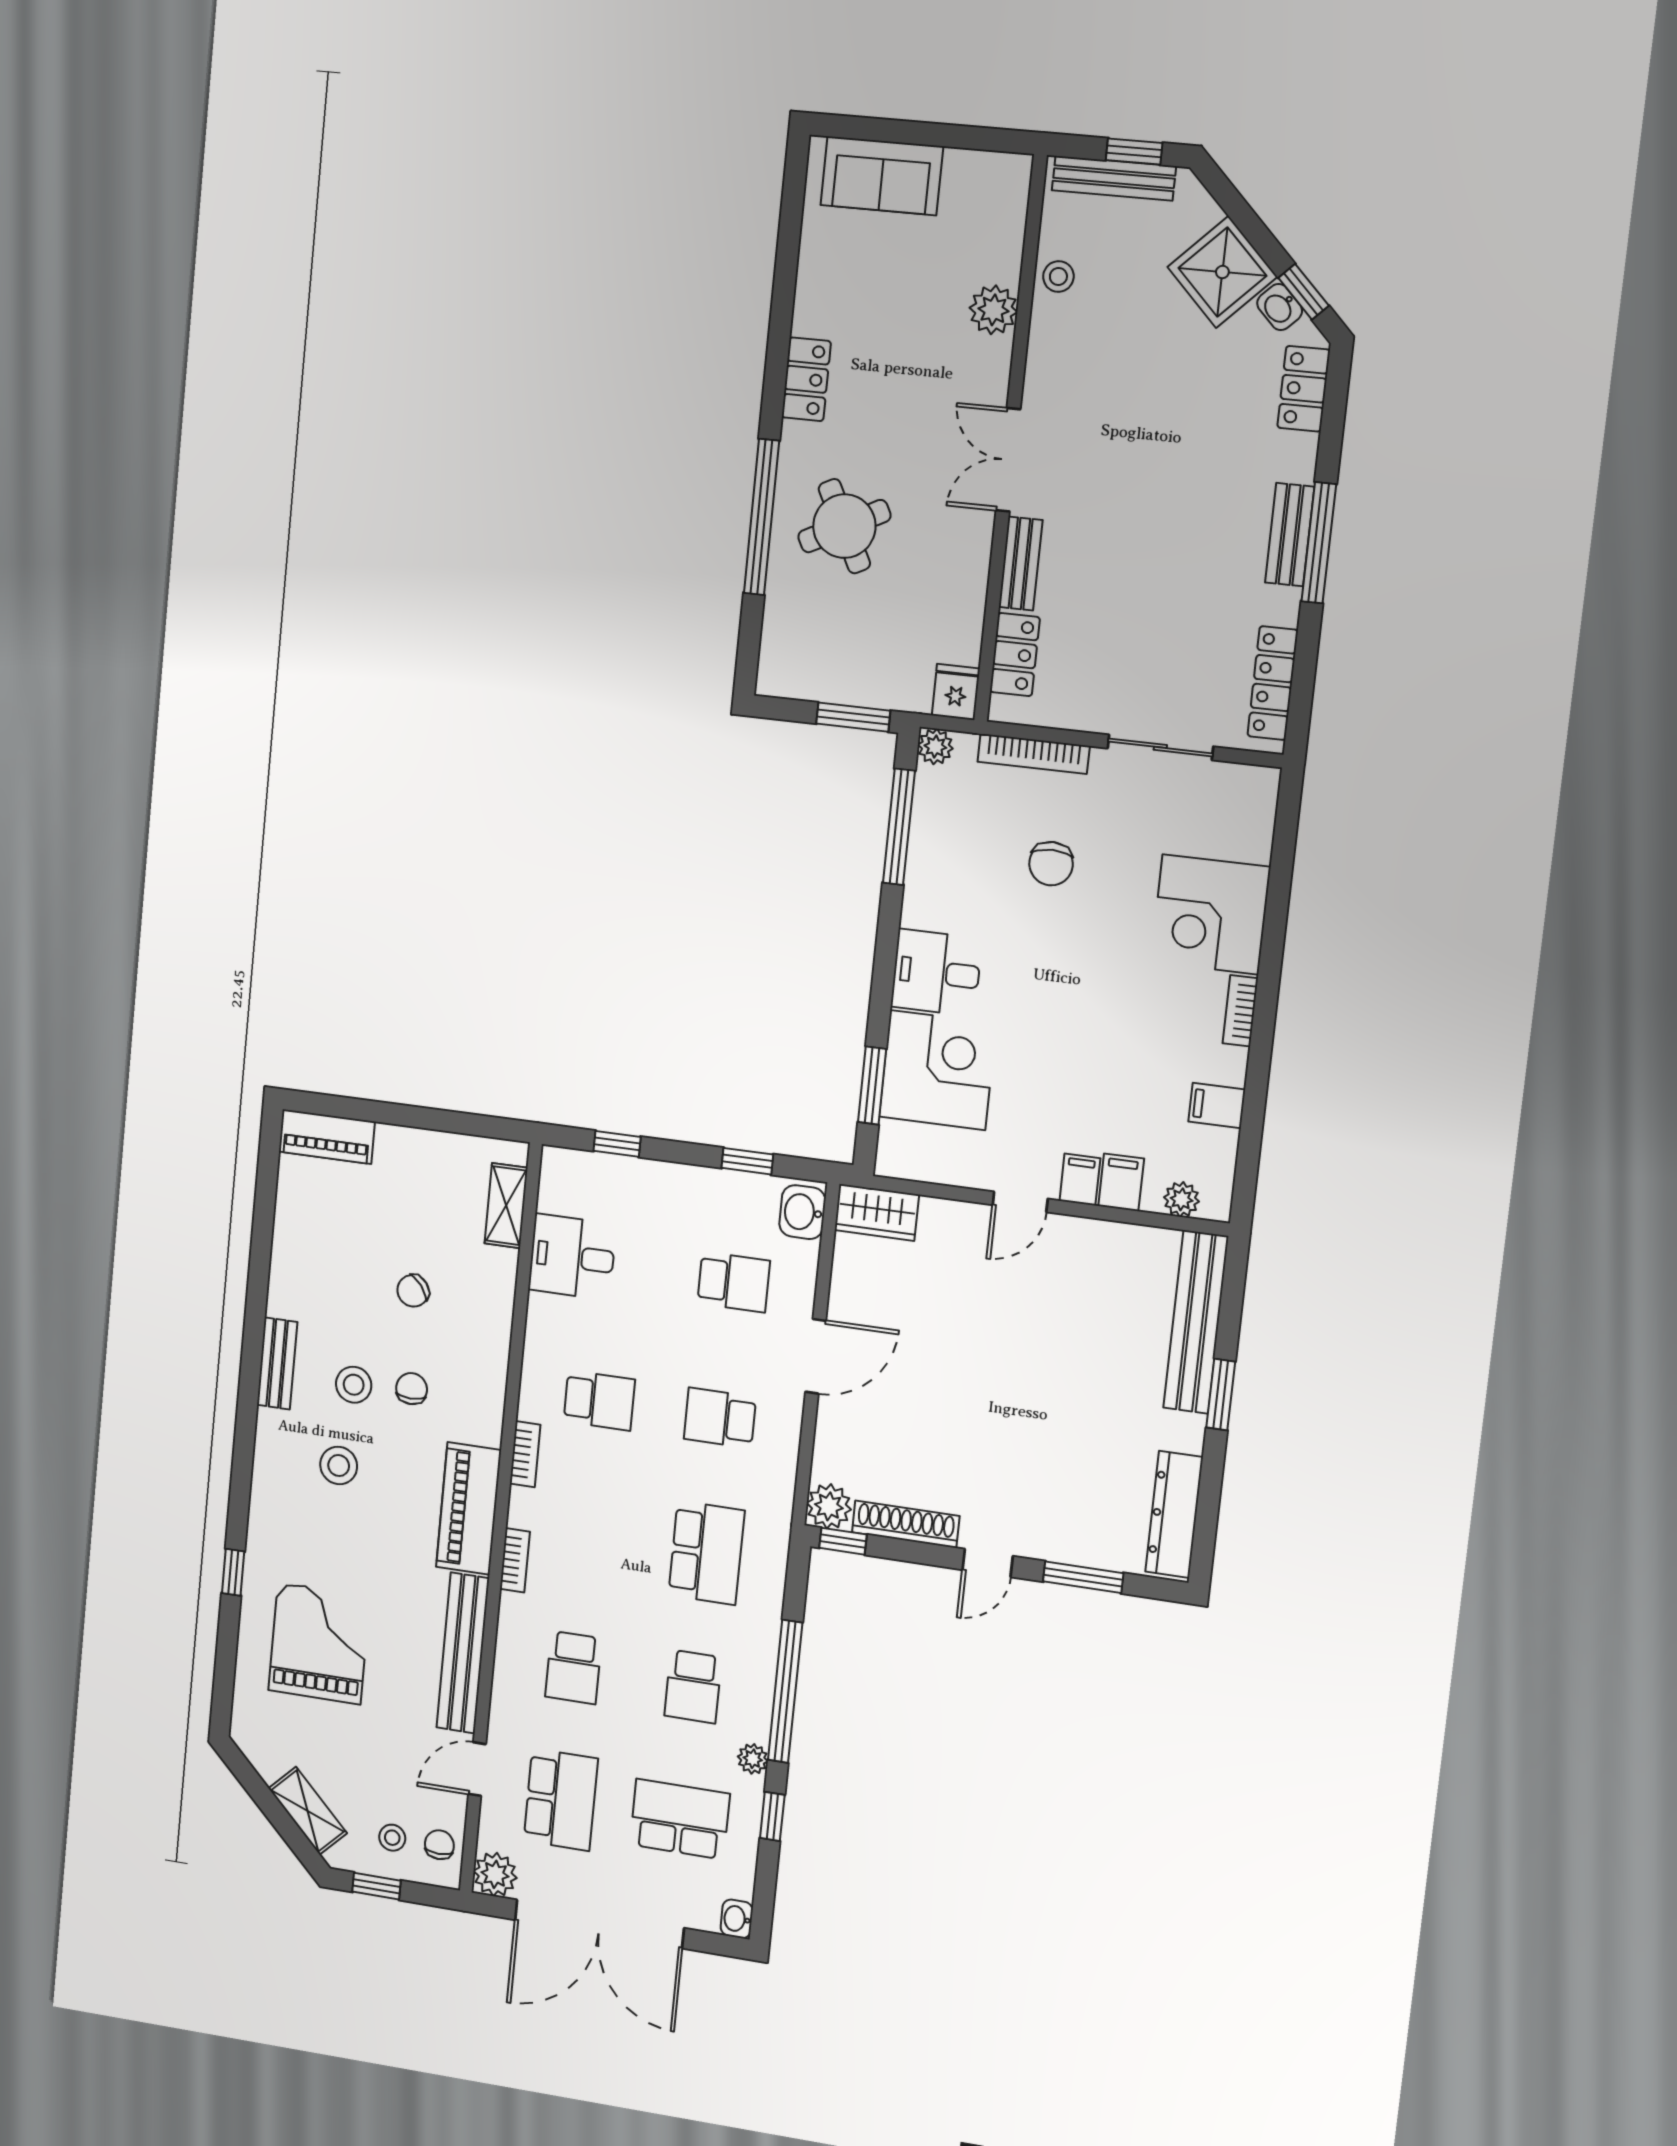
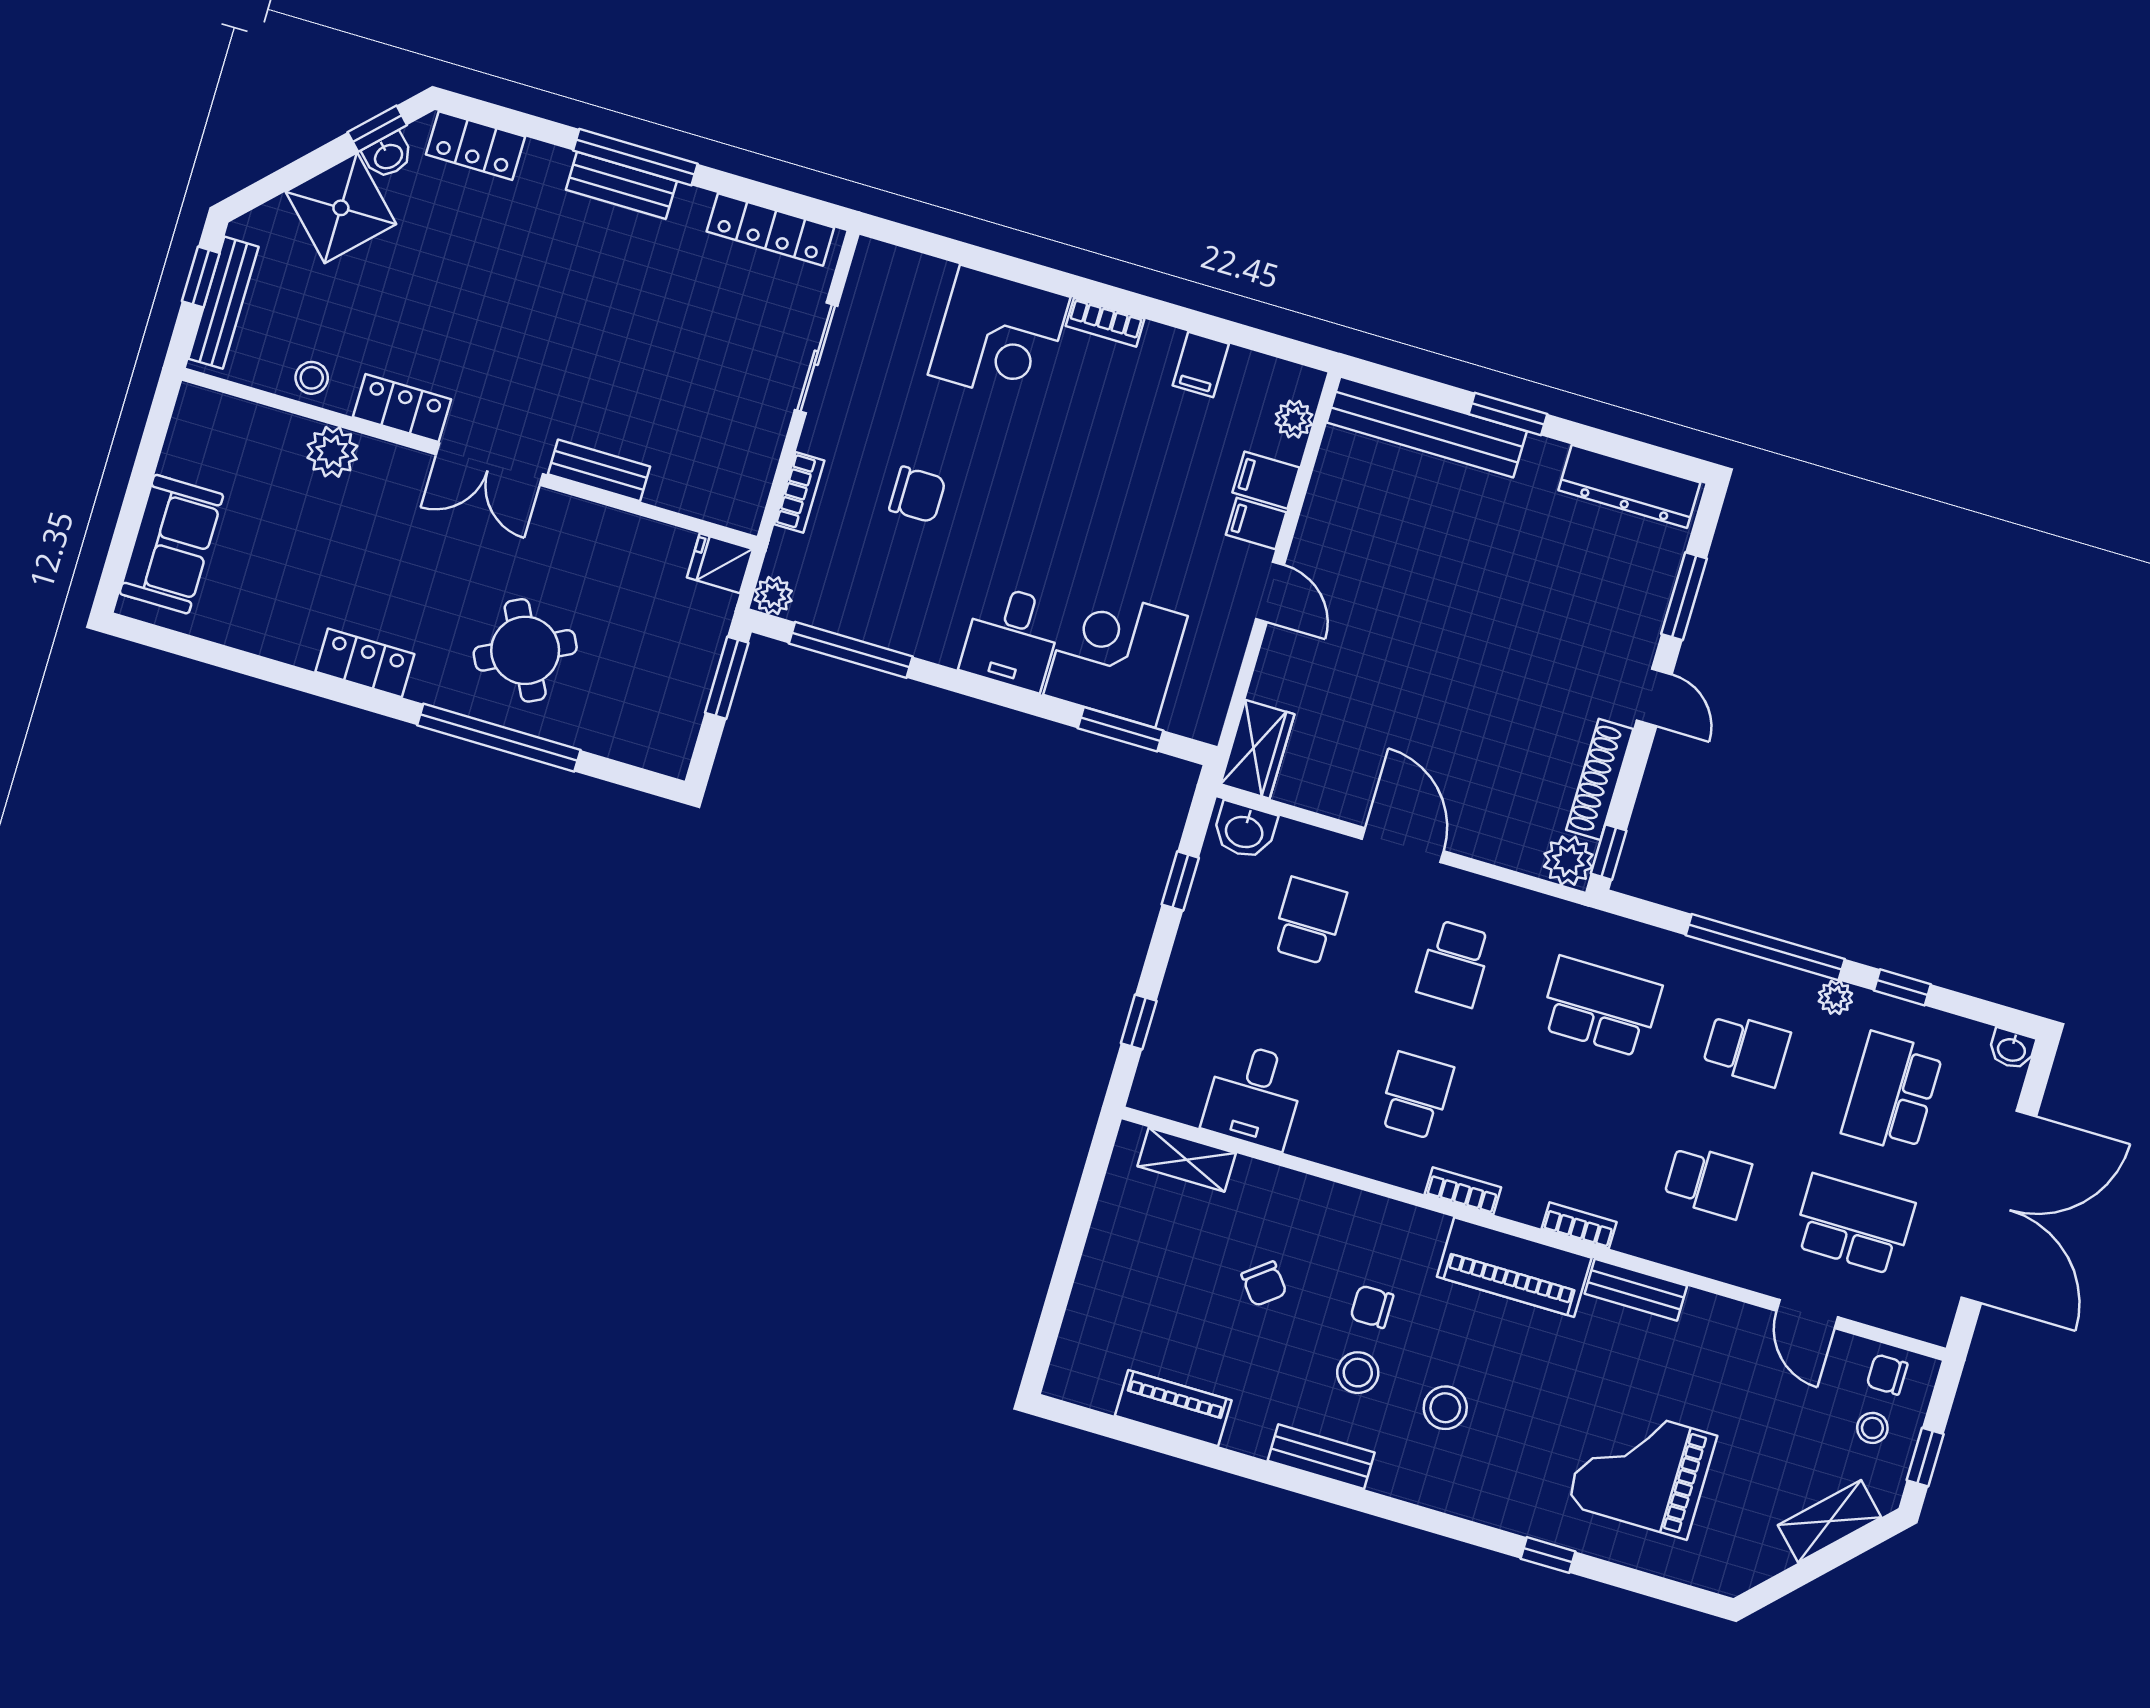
locker: (1015, 655) -> (402, 408), moved
bookcase: (1034, 754) -> (799, 492), width x0.64
piano: (327, 1137) -> (1173, 1408), moved, turned -90
bench: (463, 1653) -> (1636, 1290), width x0.54, depth x0.82
plant: (495, 1874) -> (1929, 1316), removed

